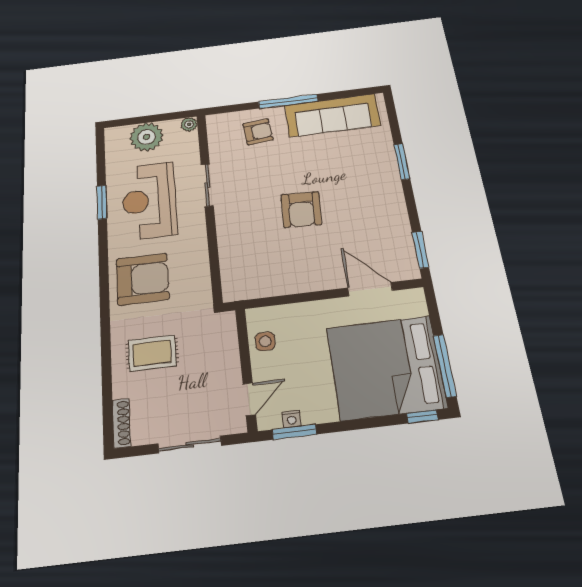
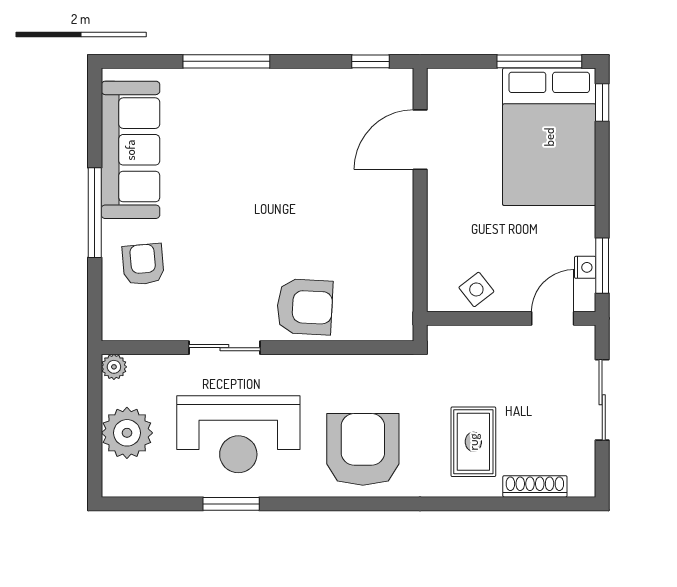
window: (402, 162) -> (226, 61), width x1.44
armchair: (301, 210) -> (305, 307), moved
window: (420, 250) -> (371, 61), width x0.67
side table: (265, 341) -> (476, 289), turned -38
bed: (386, 367) -> (549, 137), width x0.73
door: (249, 399) -> (553, 318), hinge flipped
shoe rack: (121, 423) -> (535, 486), moved

